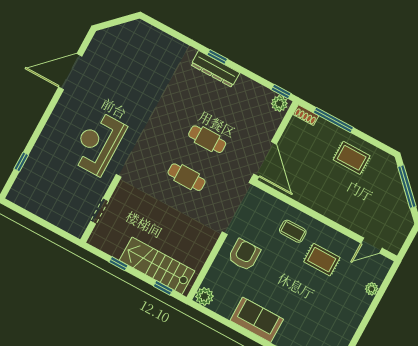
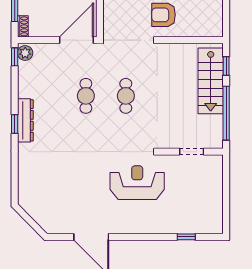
reception desk: (98, 143) -> (137, 183), turned 180
window: (118, 264) -> (226, 113), width x3.17
plant: (204, 296) -> (215, 29), removed

